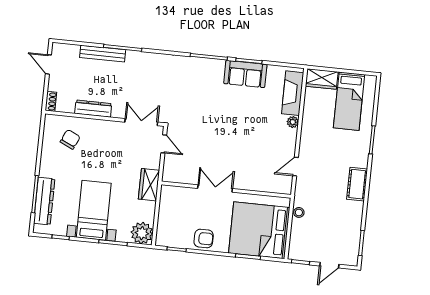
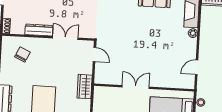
double door: (141, 122) -> (65, 38), moved

